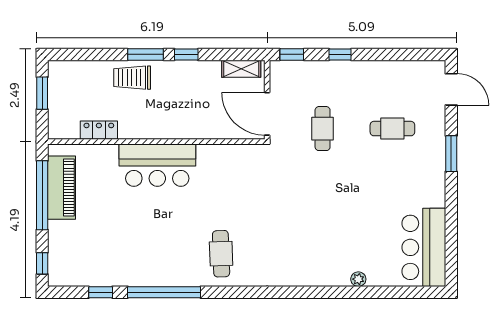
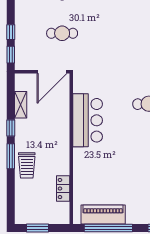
window: (340, 54) -> (11, 32), moved
shelving: (241, 69) -> (21, 105), moved
bar counter: (157, 165) -> (88, 120), moved

